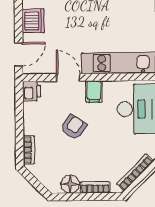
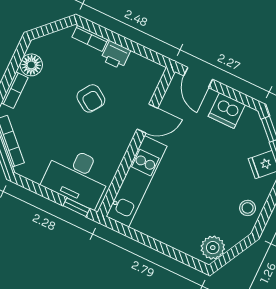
printer: (32, 91) -> (116, 55), moved
filing cabinet: (94, 92) -> (119, 139), removed

